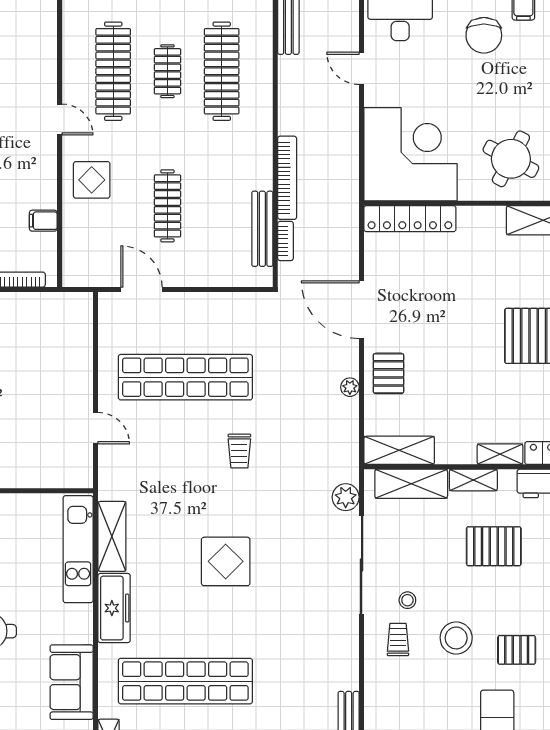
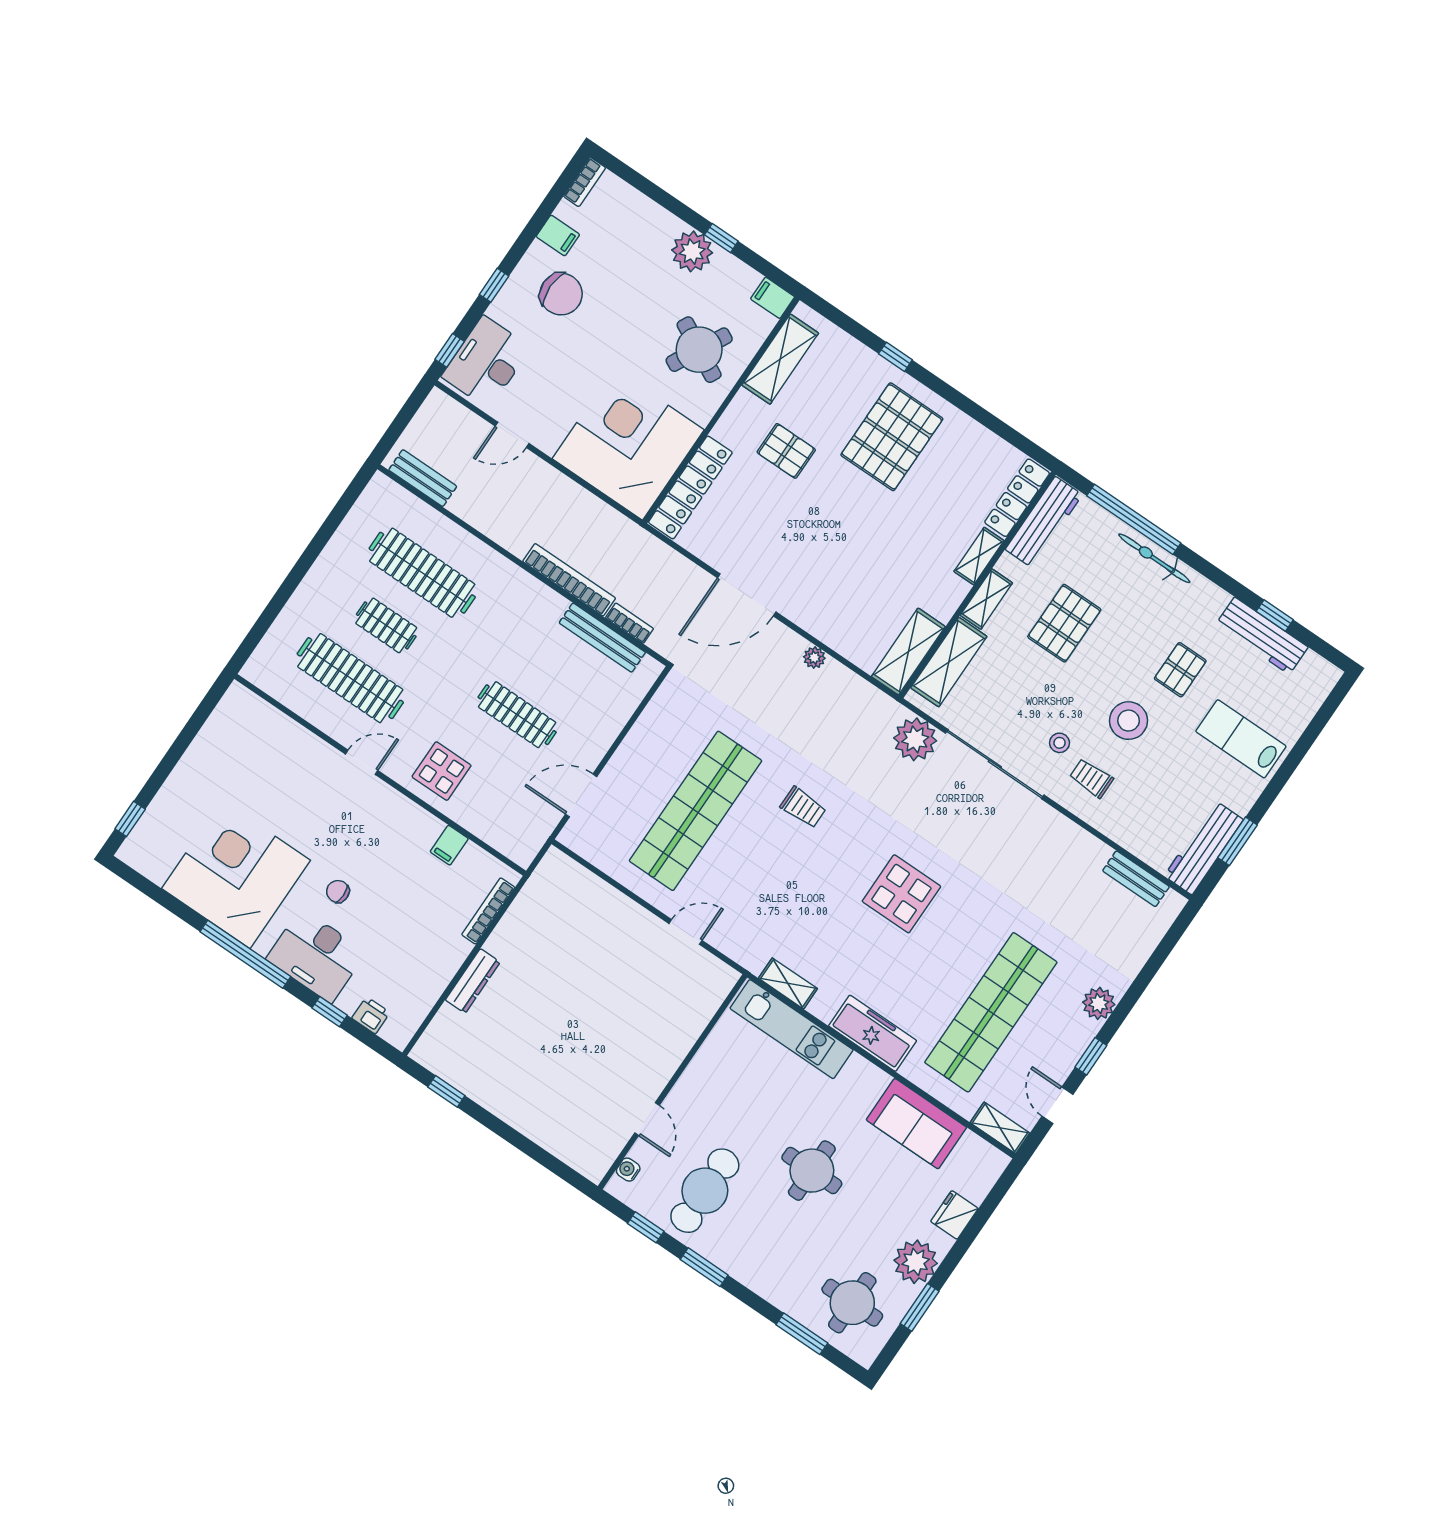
pallet: (388, 373) -> (786, 451), moved
plant: (346, 497) -> (915, 739), width x1.36, depth x1.36
shelving: (112, 536) -> (788, 983), width x0.67, depth x0.75

